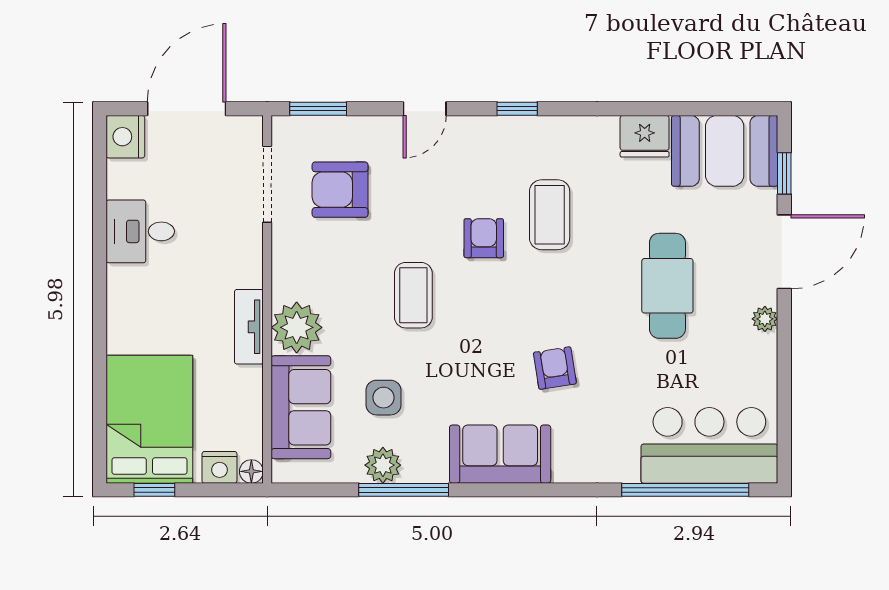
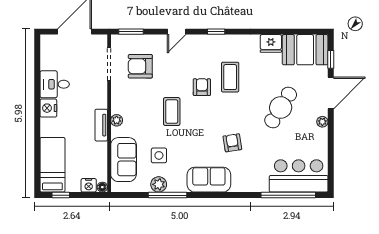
nightstand: (125, 137) -> (48, 108), moved
cafe table: (667, 286) -> (281, 108), turned 32
plant: (297, 327) -> (117, 120), width x0.53, depth x0.53
bed: (149, 419) -> (52, 165), width x0.67

